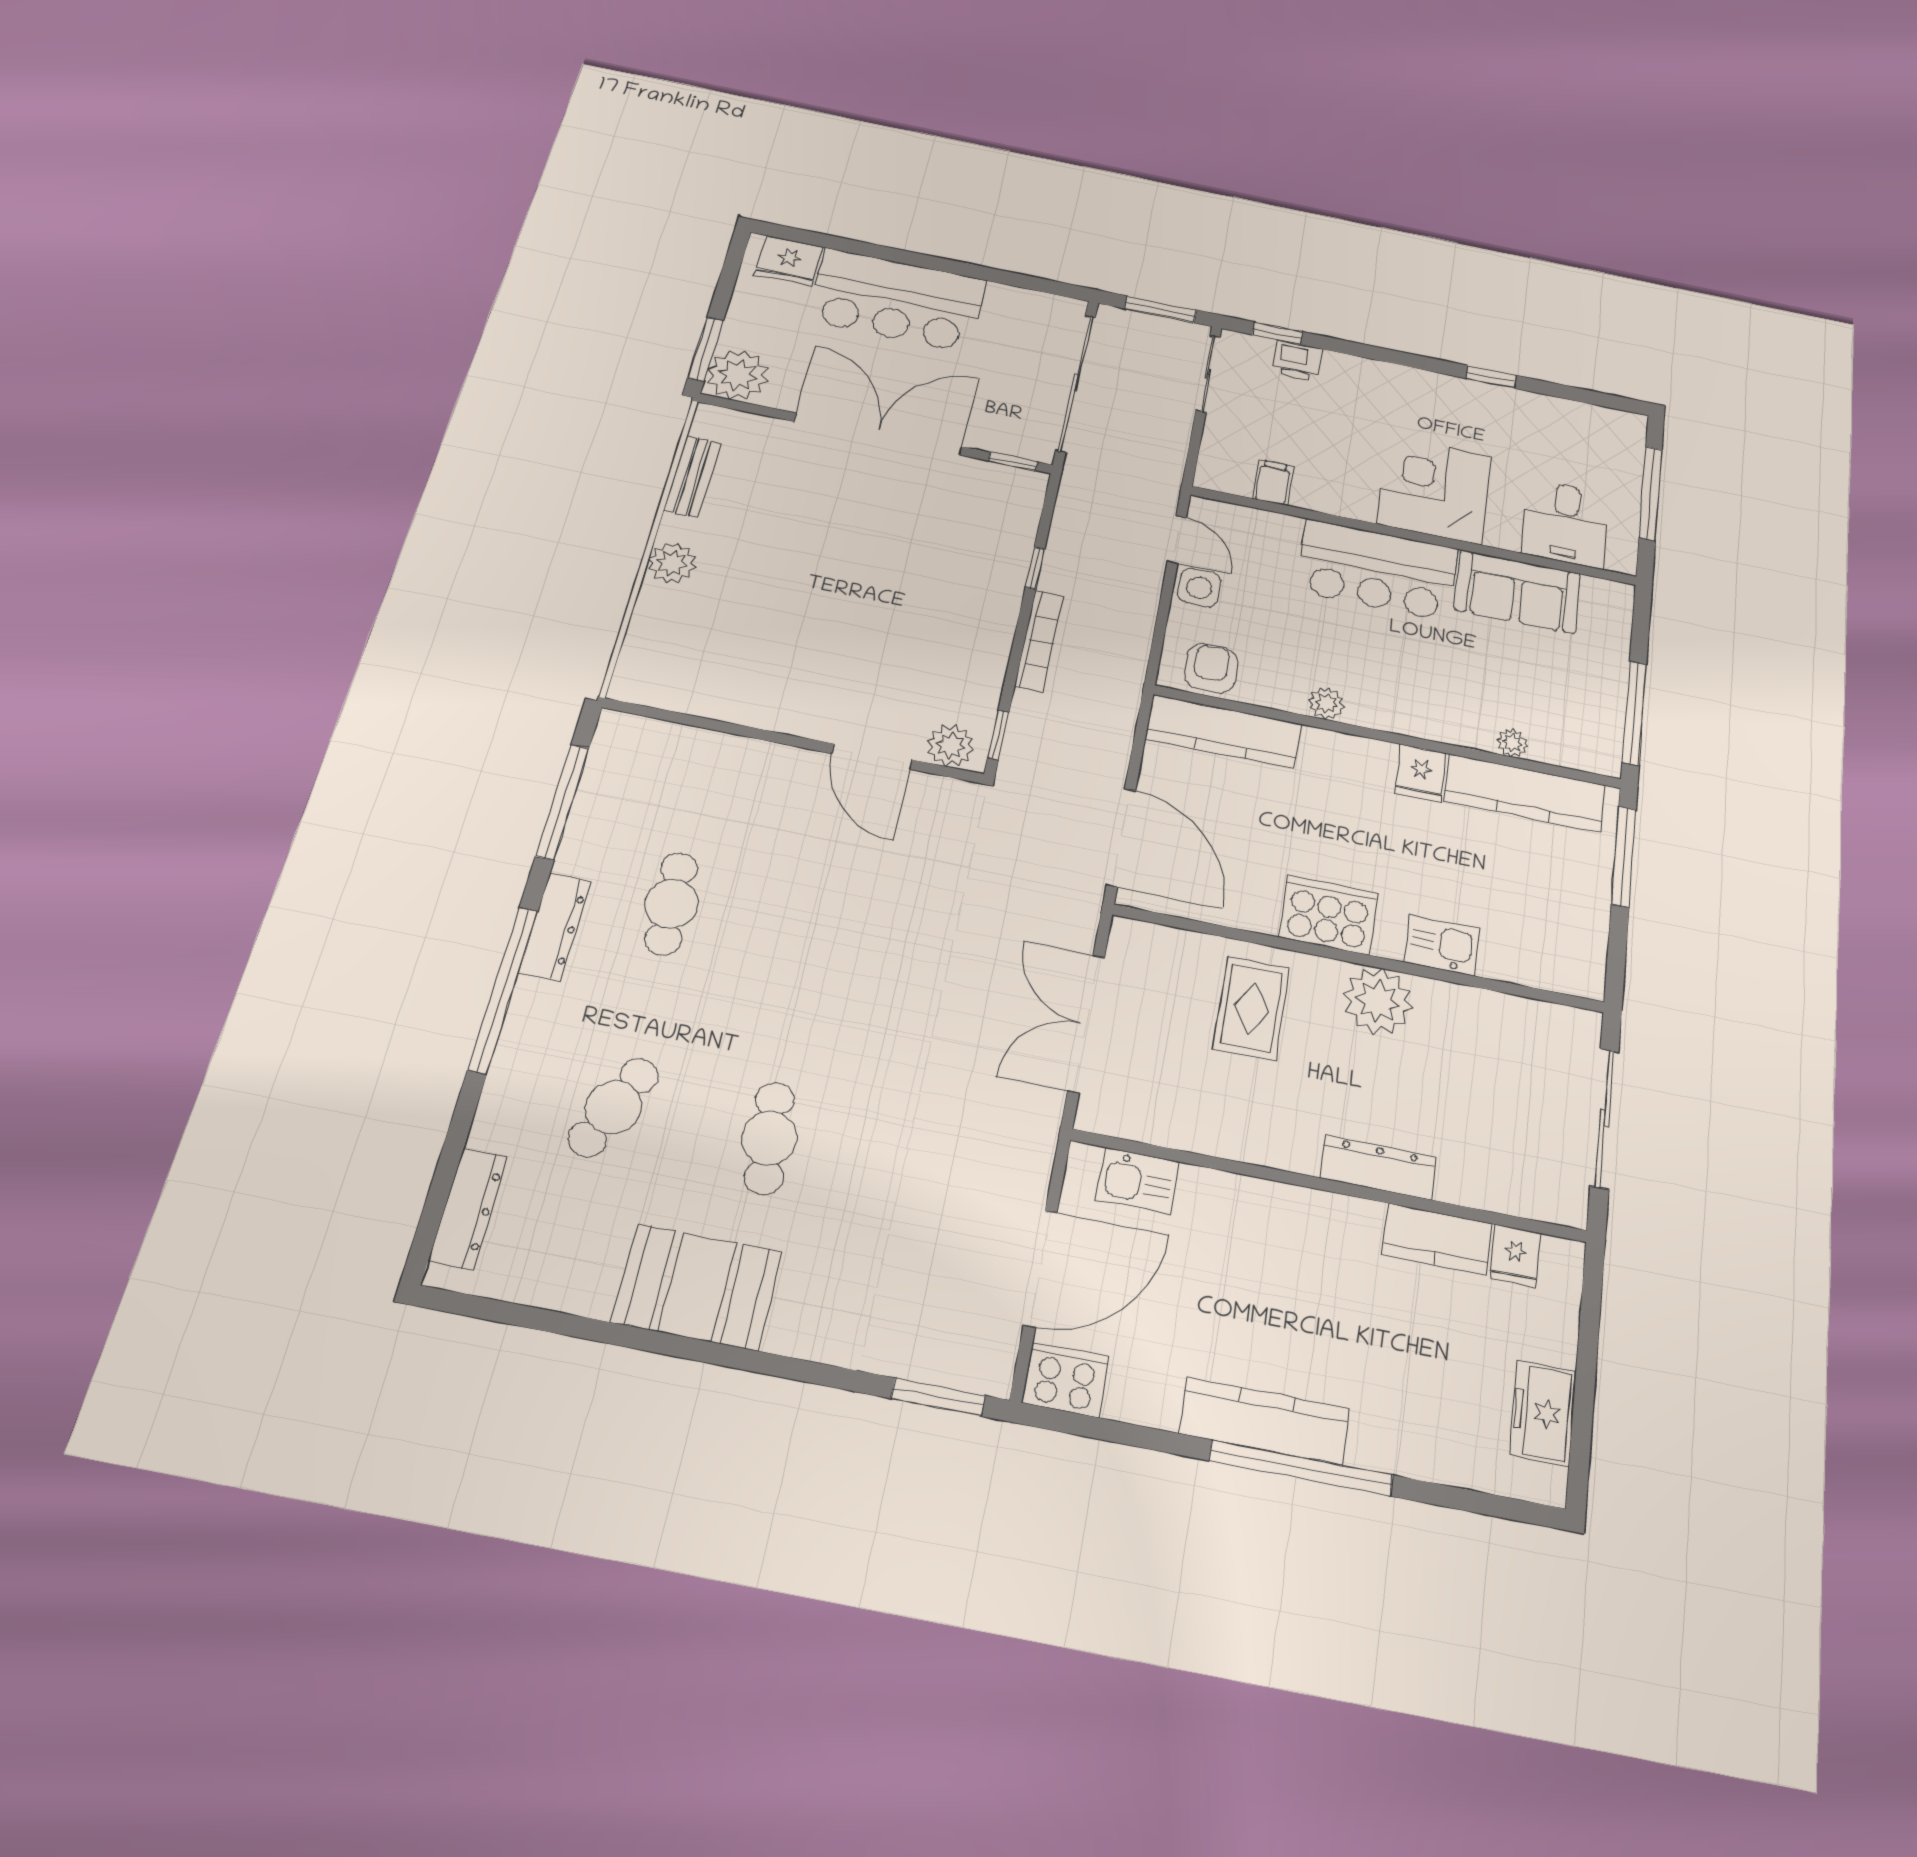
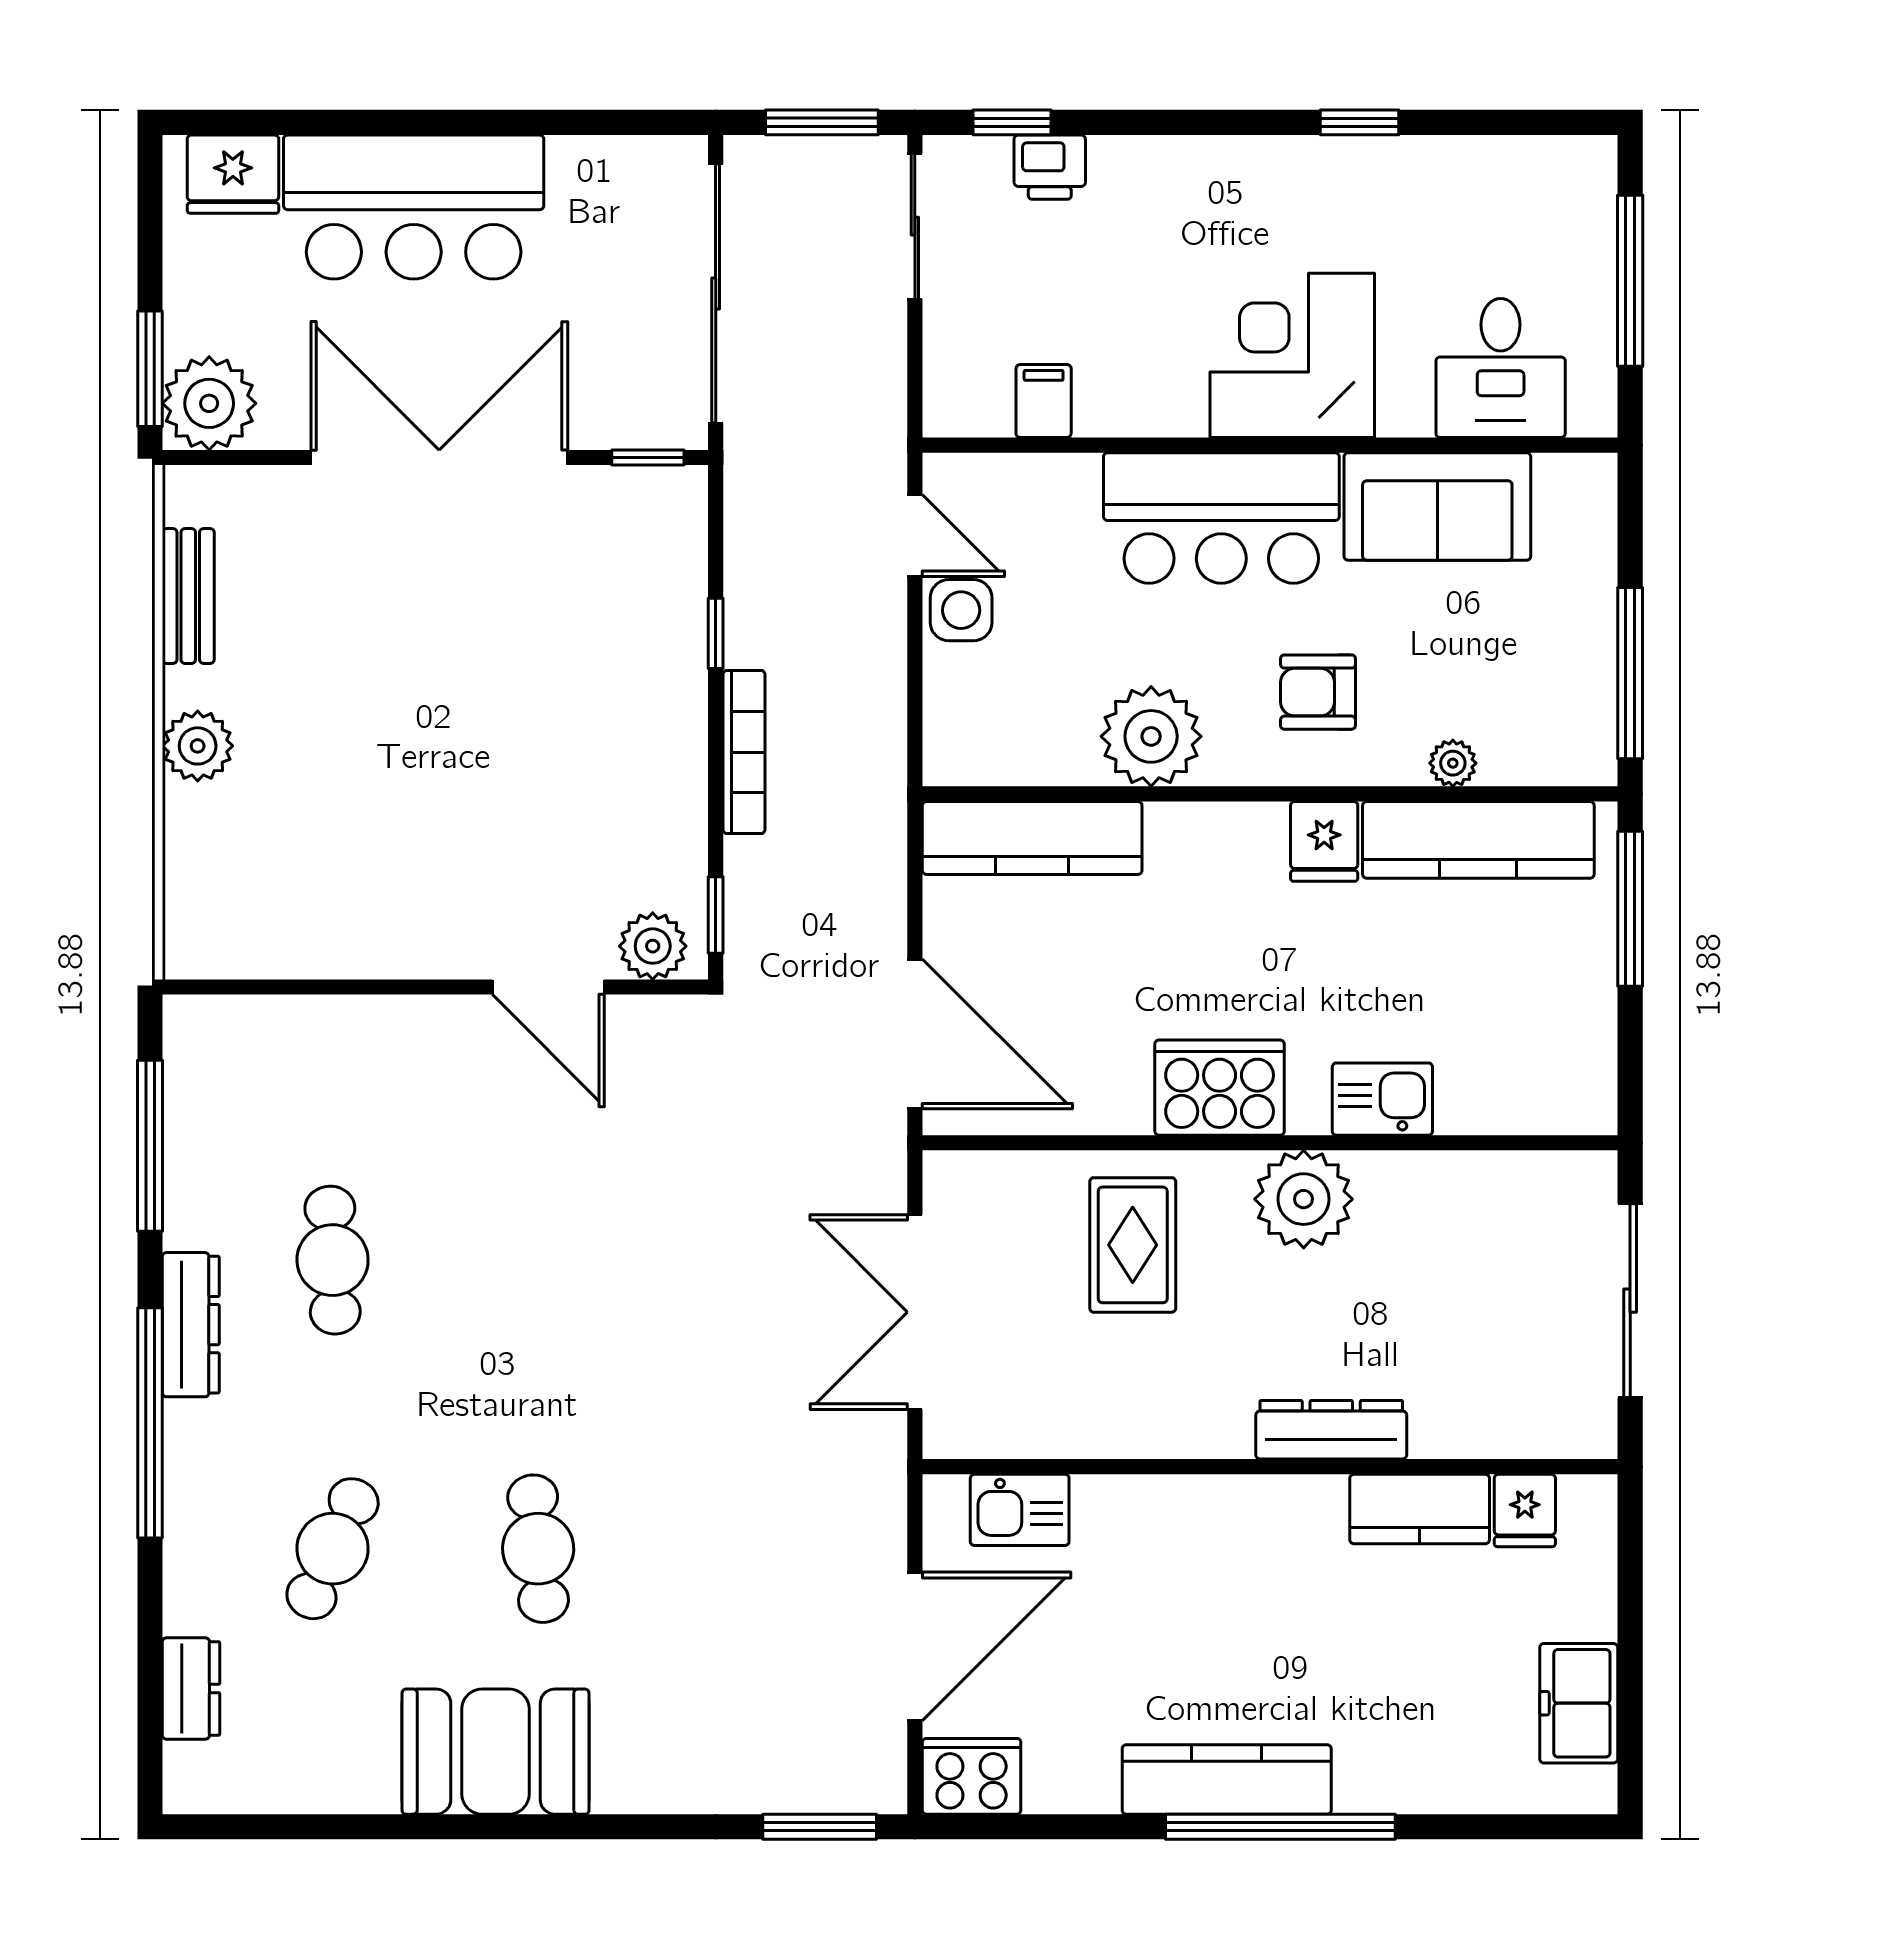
armchair: (1211, 668) -> (1318, 692), moved, turned -90
plant: (1327, 703) -> (1151, 736), width x1.88, depth x1.88
dresser: (468, 1208) -> (191, 1688), width x0.70

